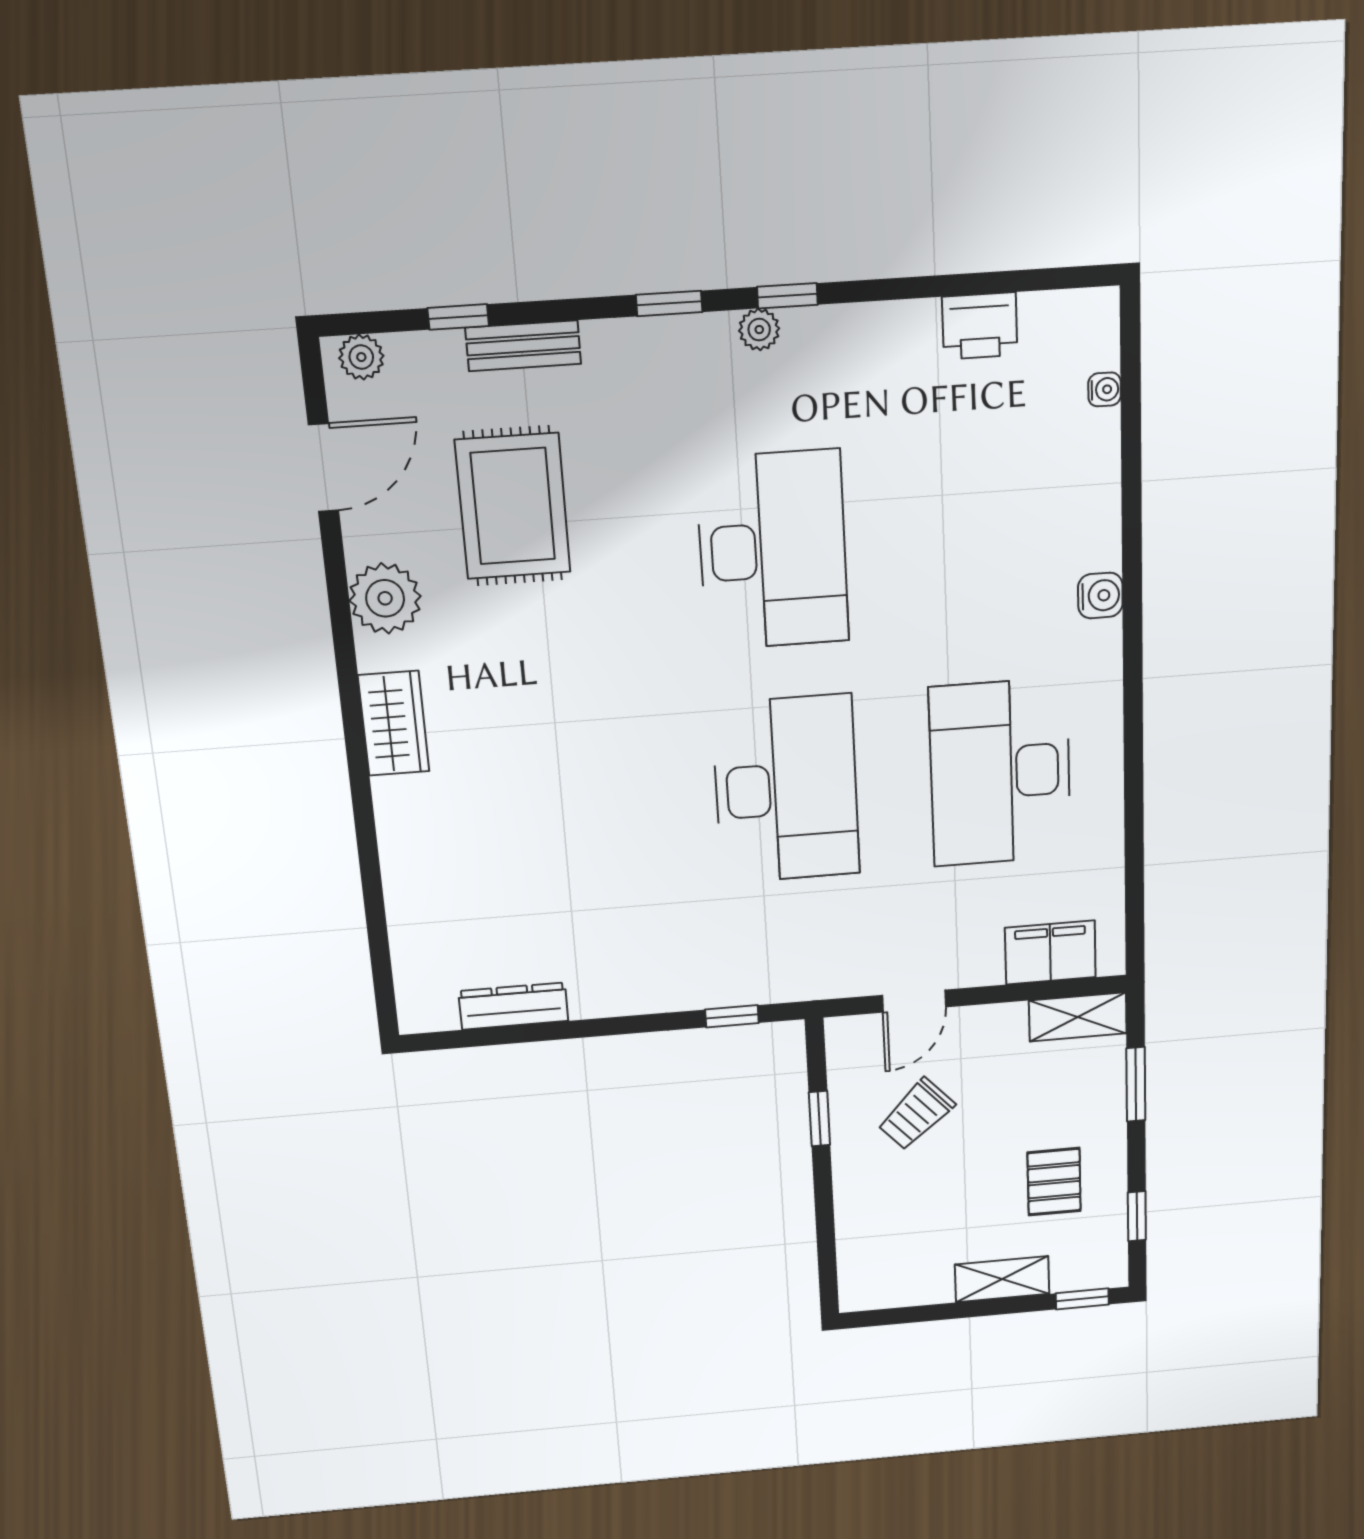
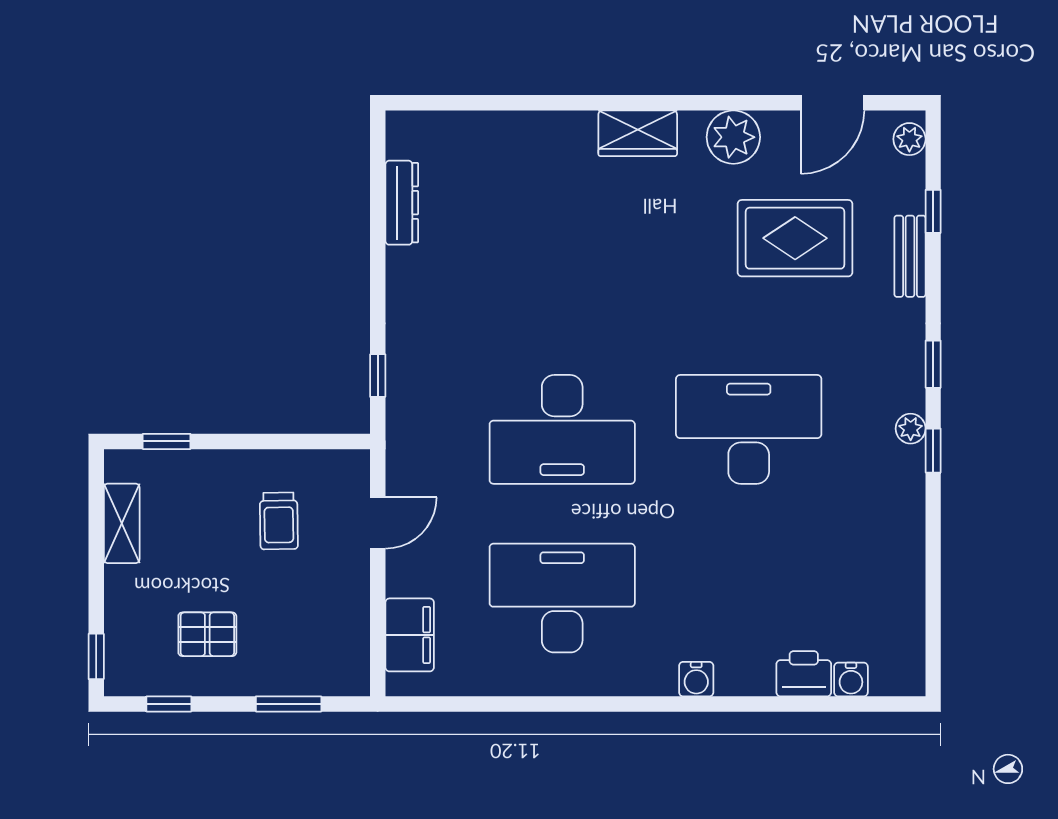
printer: (980, 326) -> (804, 674), moved, turned 90
water cooler: (1105, 389) -> (851, 679), width x1.38, depth x1.38
door: (323, 468) -> (833, 103), hinge flipped
desk: (773, 550) -> (749, 429), turned 180
door: (914, 1001) -> (378, 523), swing flipped
shelving: (1078, 1017) -> (352, 656), removed
trolley: (916, 1114) -> (279, 521), turned -138
window: (819, 1119) -> (167, 441), moved
shelving: (1002, 1279) -> (122, 523), moved

